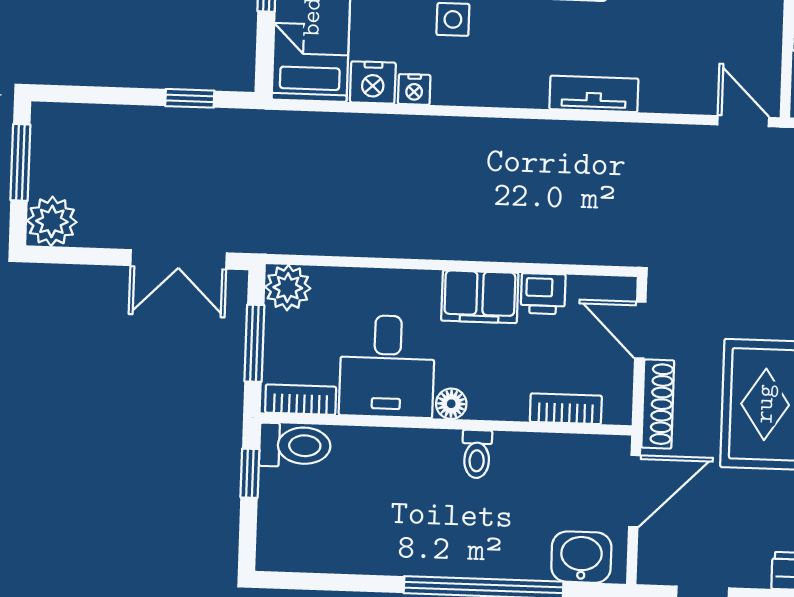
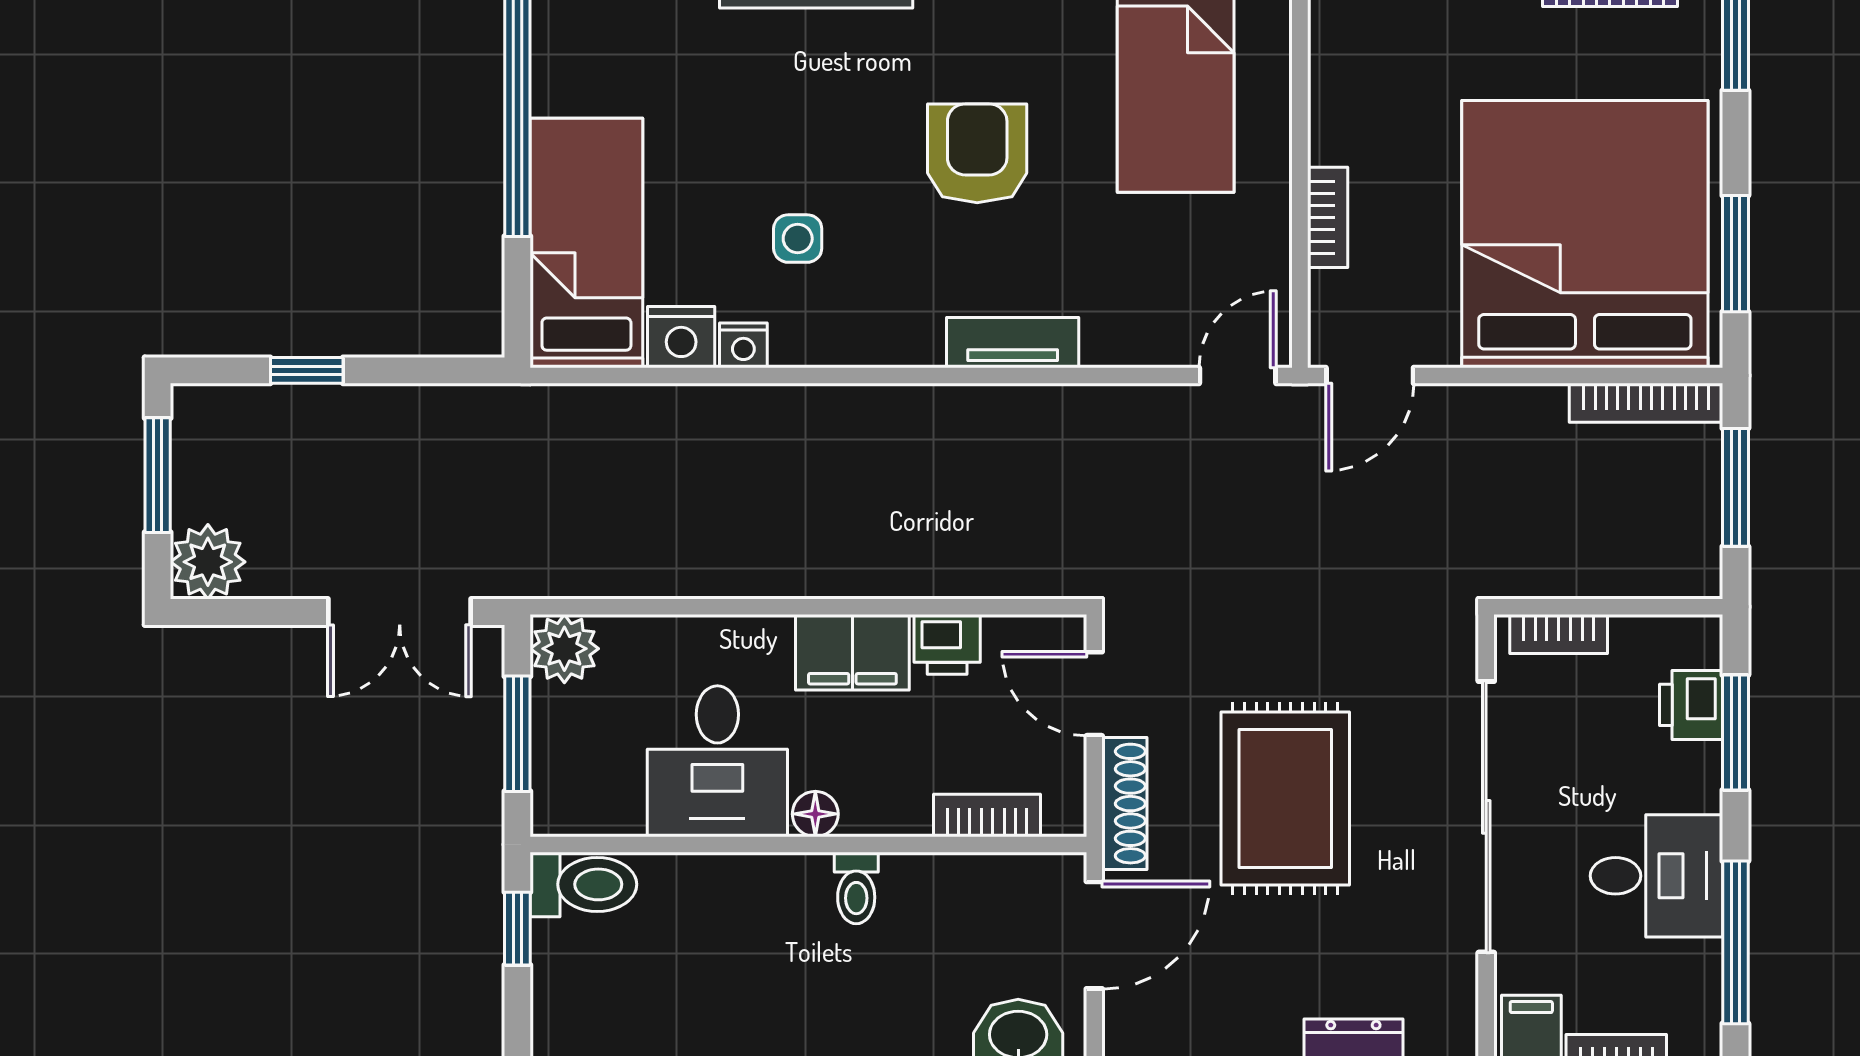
window: (190, 98) -> (307, 370), moved
door: (743, 121) -> (1238, 375), hinge flipped
bookcase: (301, 400) -> (590, 816), removed

